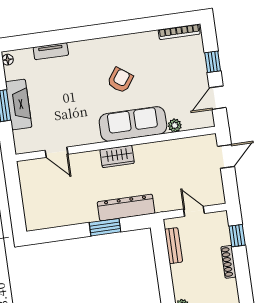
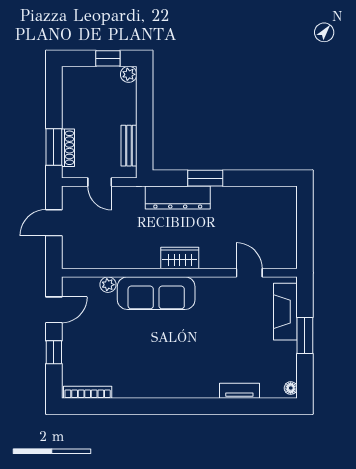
armchair: (120, 80) -> (164, 346), removed
fireplace: (19, 105) -> (285, 312), moved
door: (226, 156) -> (54, 223), moved
window: (237, 236) -> (54, 147), width x1.50
shoe rack: (229, 262) -> (68, 148), moved

